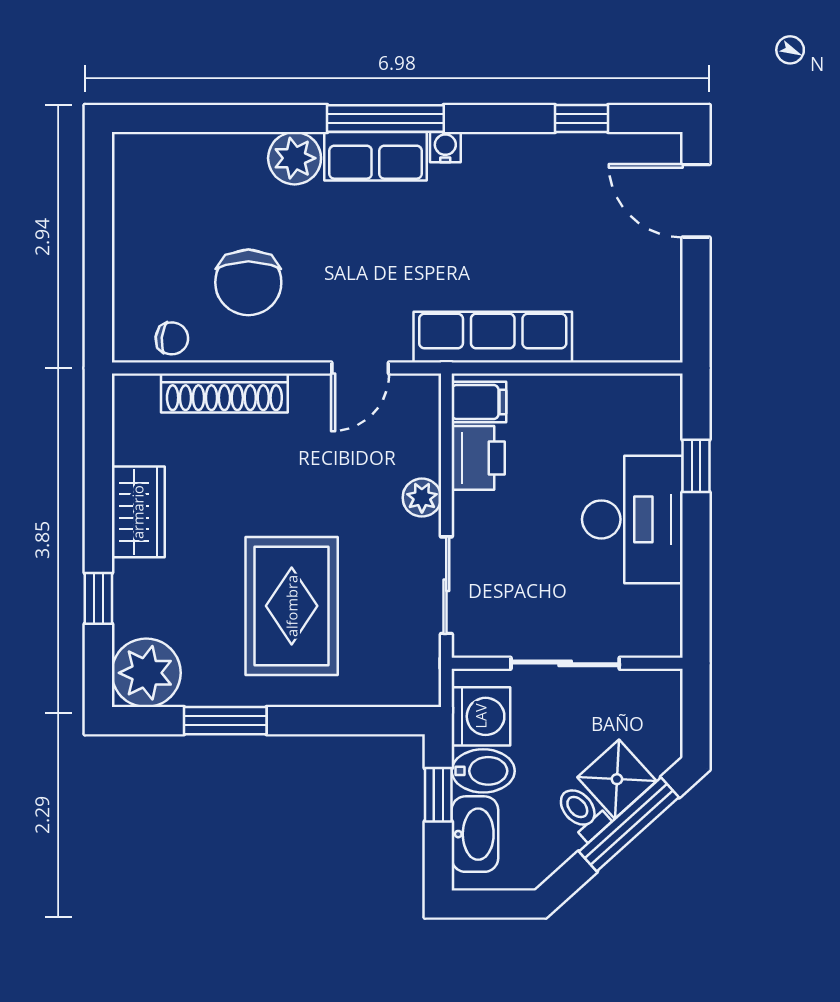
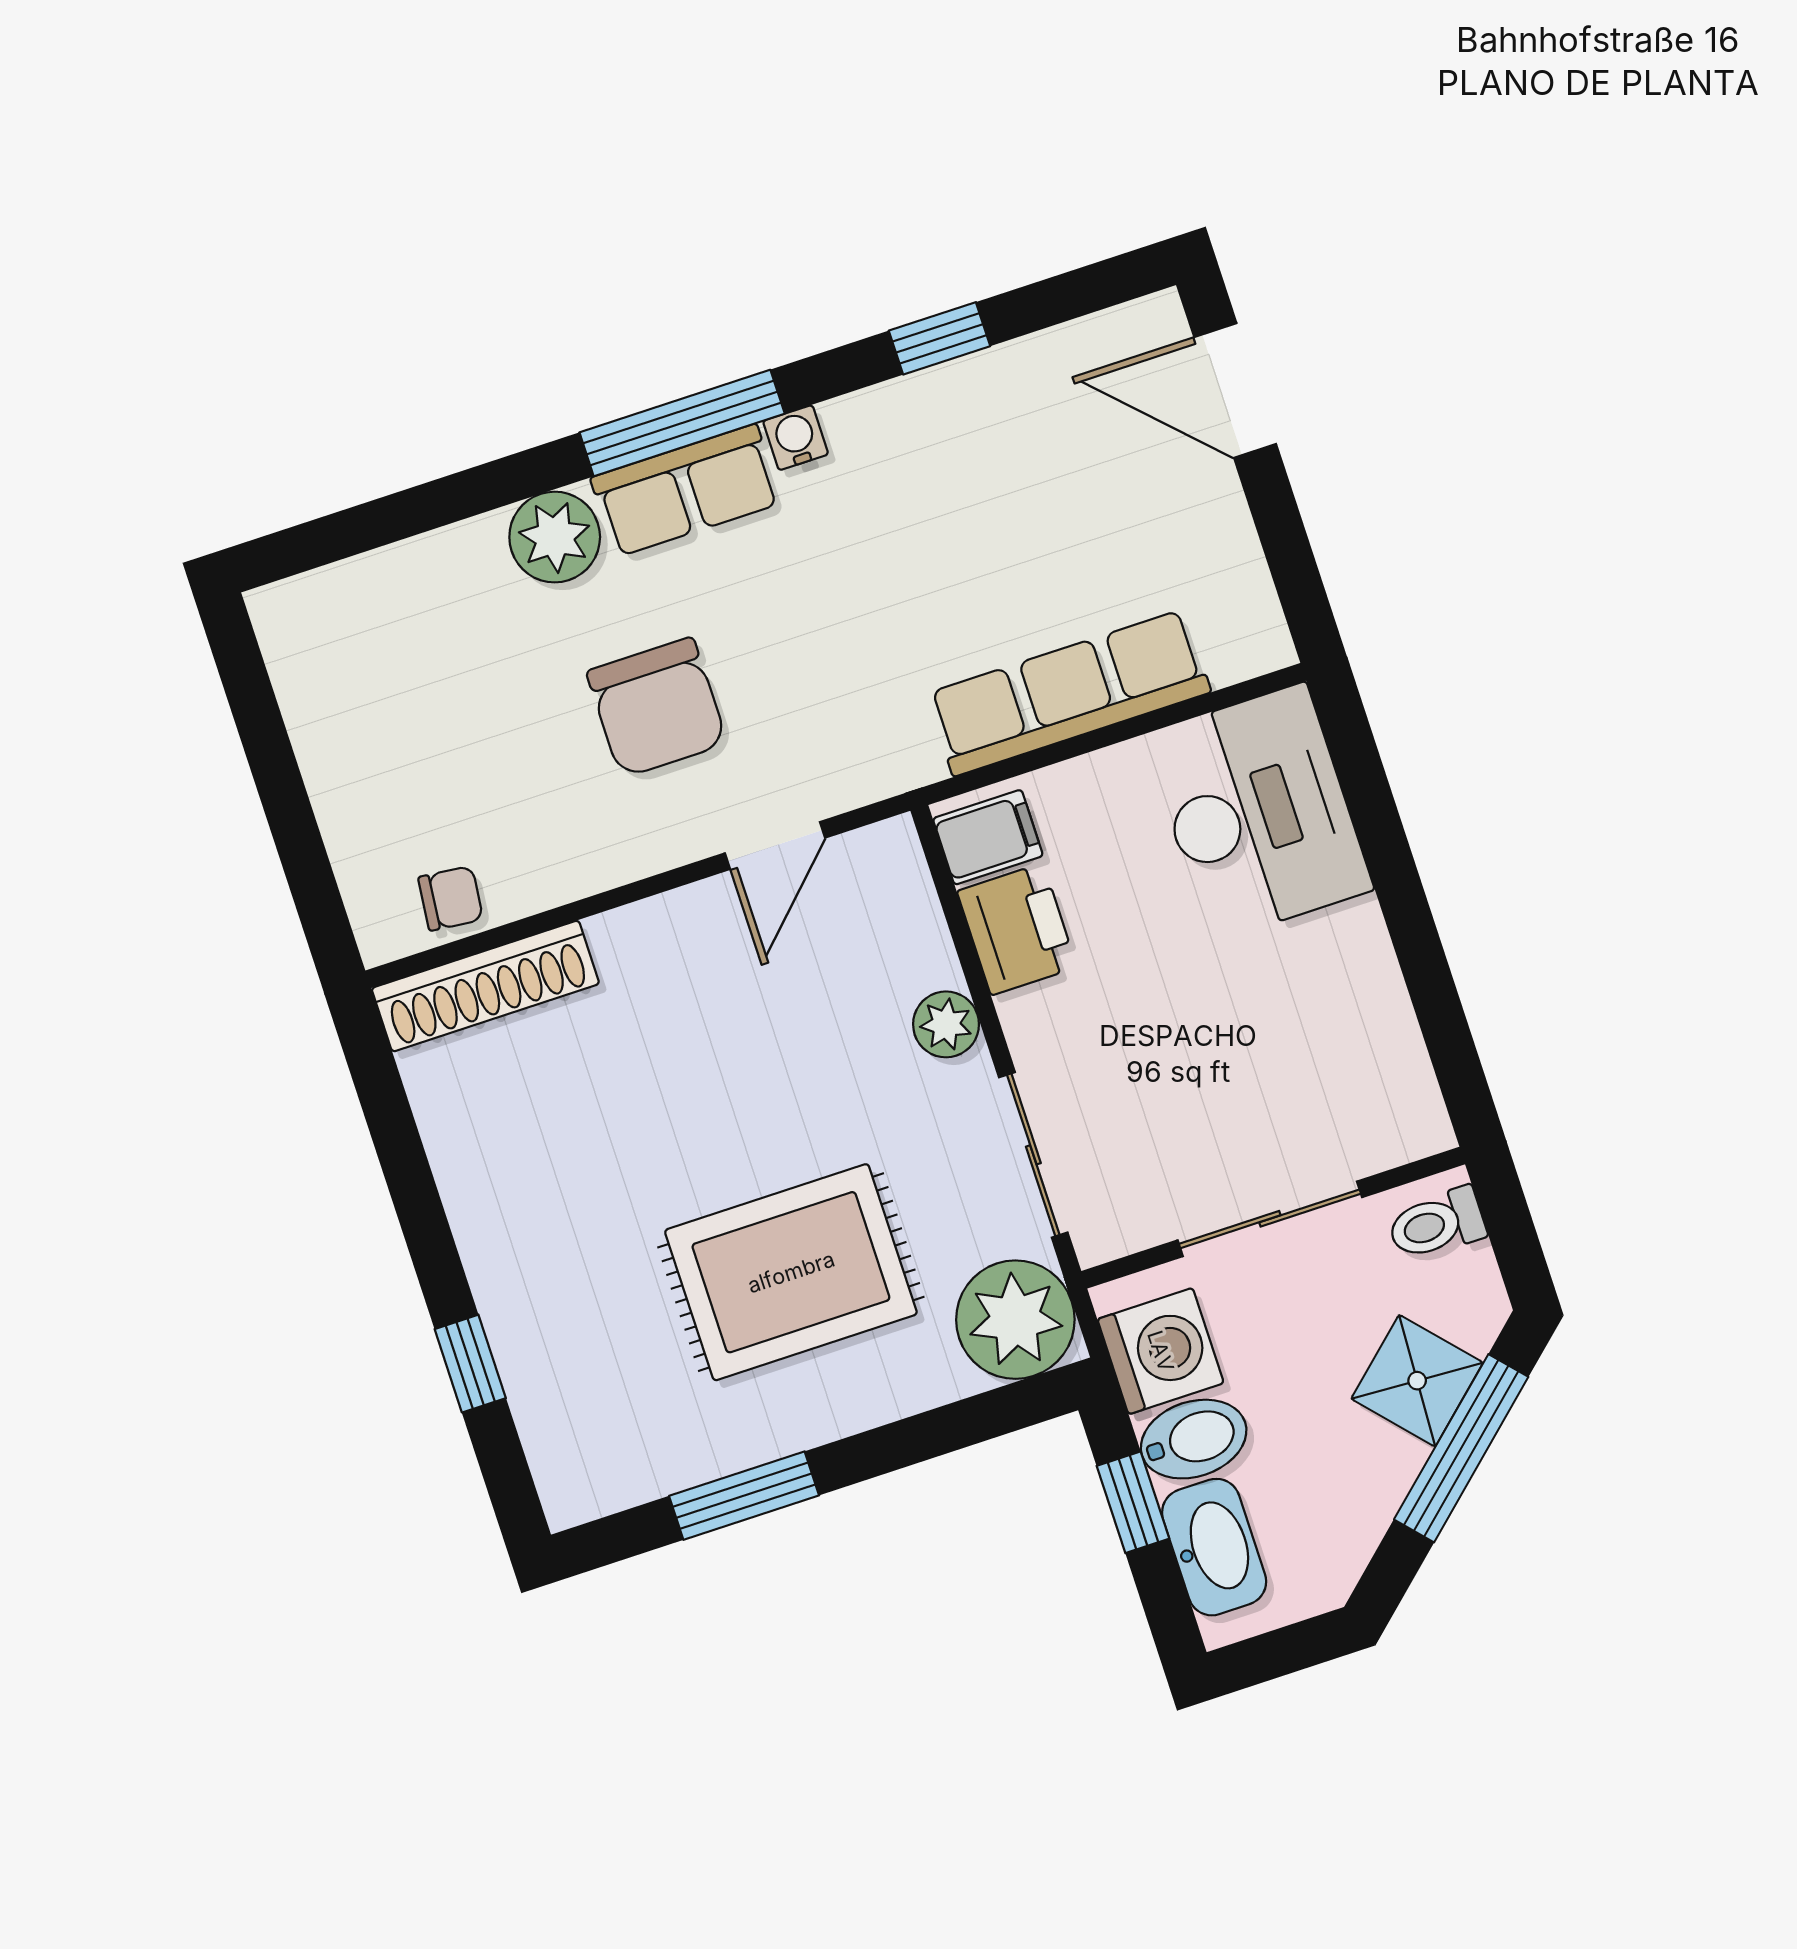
window: (581, 118) -> (940, 338), moved
chair: (248, 282) -> (657, 707), moved
row of seats: (493, 337) -> (1069, 693), moved
shoe rack: (224, 393) -> (485, 986), moved
window: (696, 466) -> (1378, 825), removed
wardrobe: (138, 512) -> (489, 1201), removed
desk: (632, 519) -> (1258, 812), moved
rug: (292, 606) -> (791, 1272), turned 90
plant: (146, 673) -> (1015, 1320), moved
toilet: (582, 813) -> (1437, 1224), moved, turned -48

